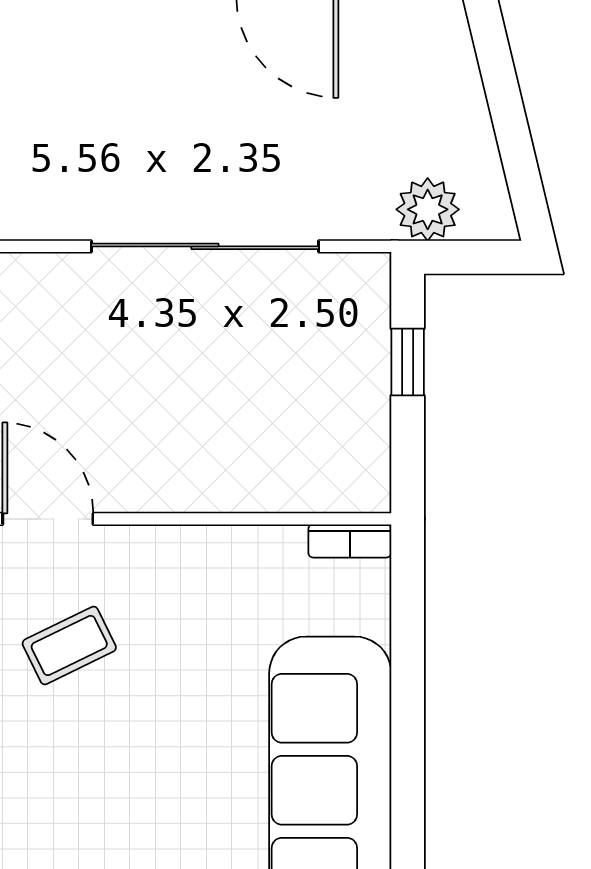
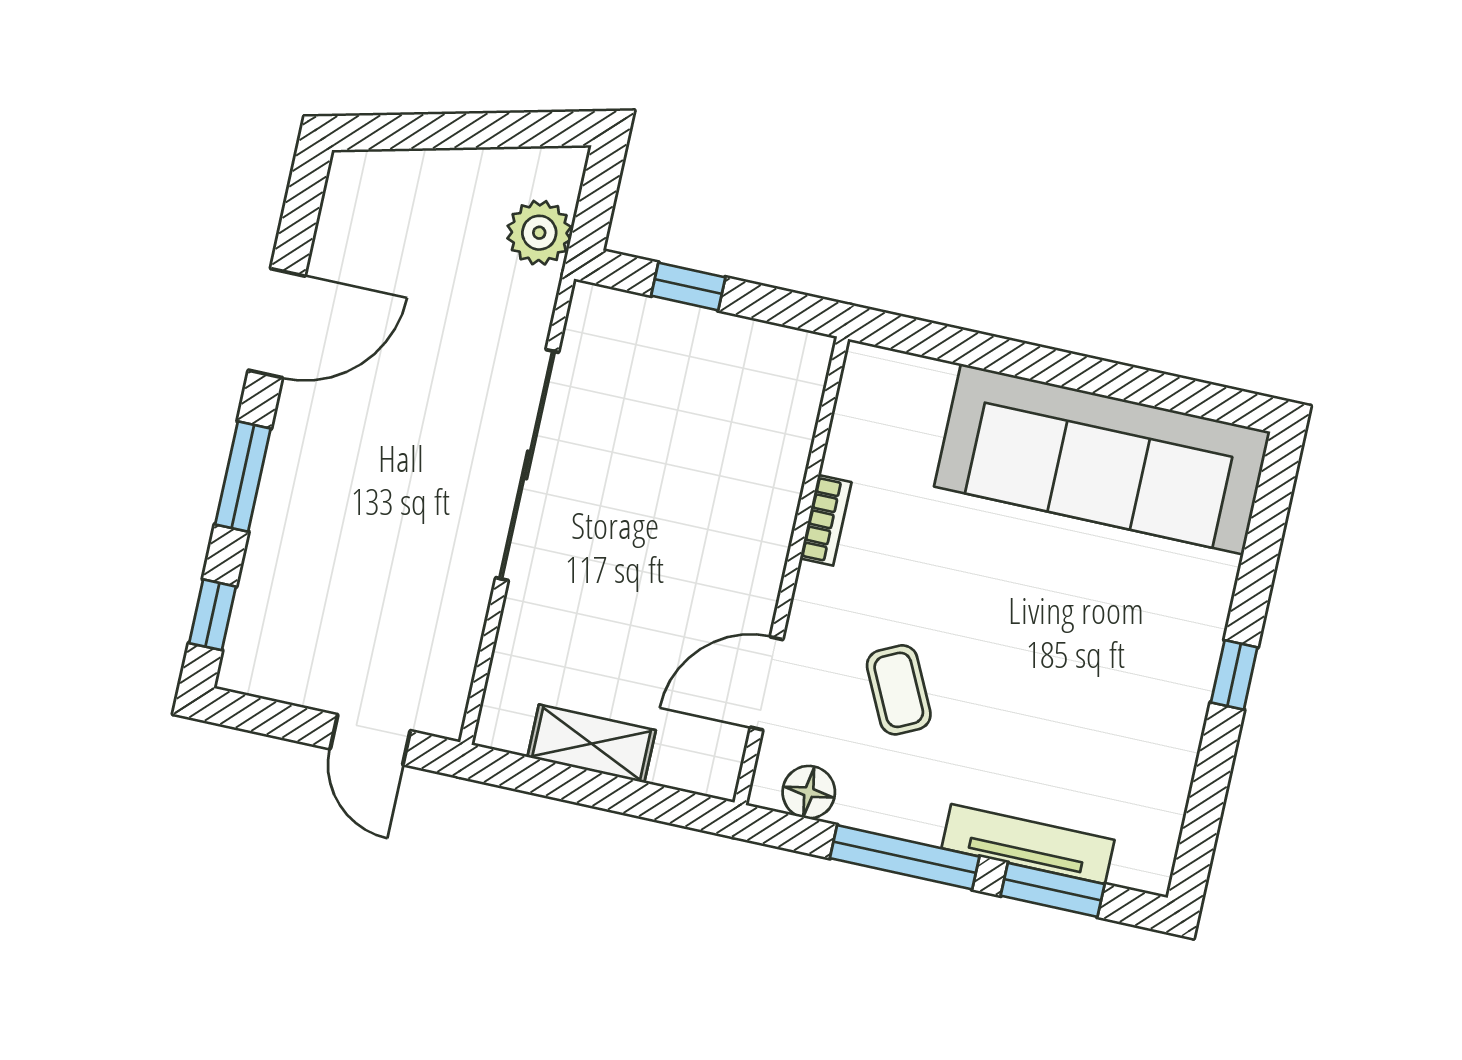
bookcase: (350, 541) -> (826, 520), moved

